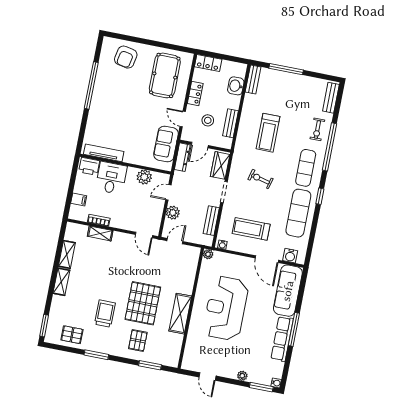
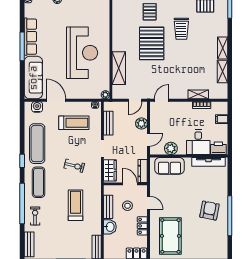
armchair: (126, 57) -> (209, 211), moved
washbasin: (236, 86) -> (110, 227), moved
sofa: (166, 144) -> (170, 166), moved, turned 90
door: (200, 145) -> (130, 184), hinge flipped
door: (144, 235) -> (162, 100), hinge flipped
shelving: (180, 314) -> (119, 68), moved

